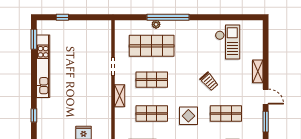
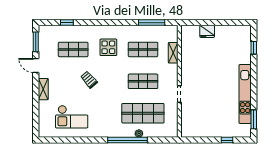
checkout: (227, 42) -> (72, 117), turned -90
shelving: (120, 96) -> (173, 53), moved

